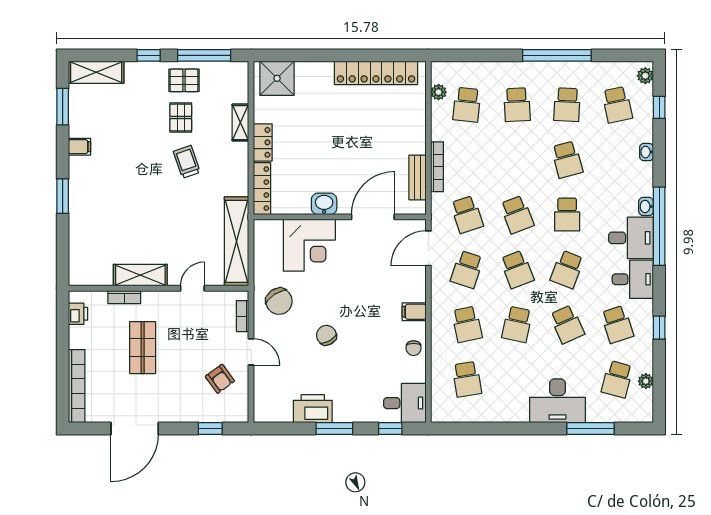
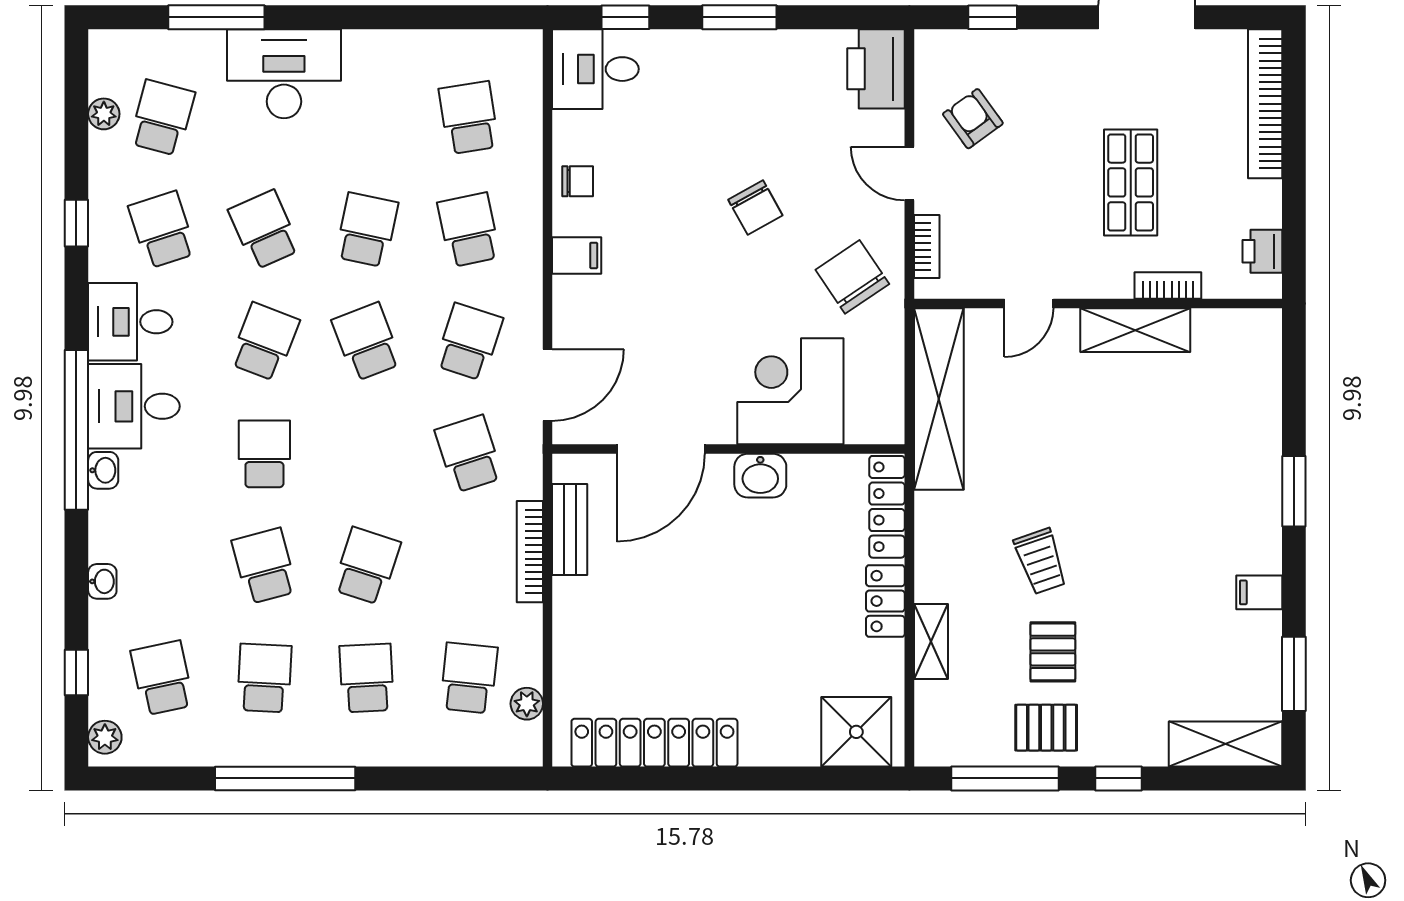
school desk: (517, 215) -> (367, 566), moved, turned 39
chair: (414, 348) -> (578, 181), turned 90
printer: (313, 409) -> (876, 69), moved, turned 90

